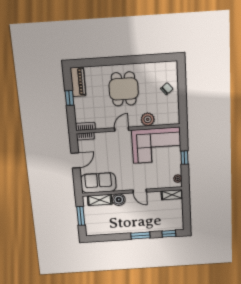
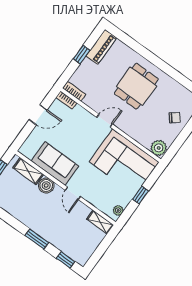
plant: (148, 119) -> (159, 148), moved
sofa: (98, 183) -> (55, 164), moved

